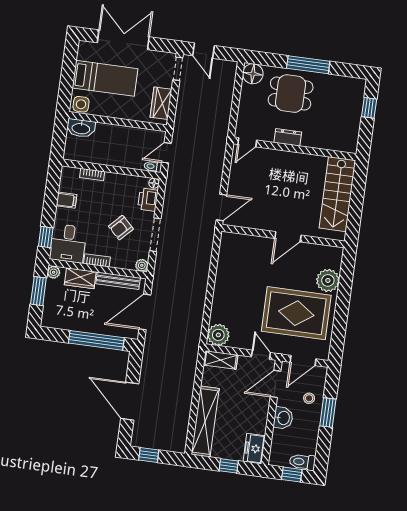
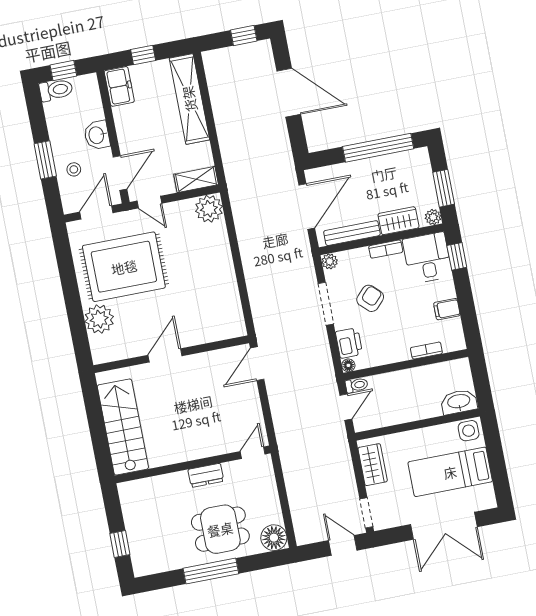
window: (96, 340) -> (378, 148), moved

